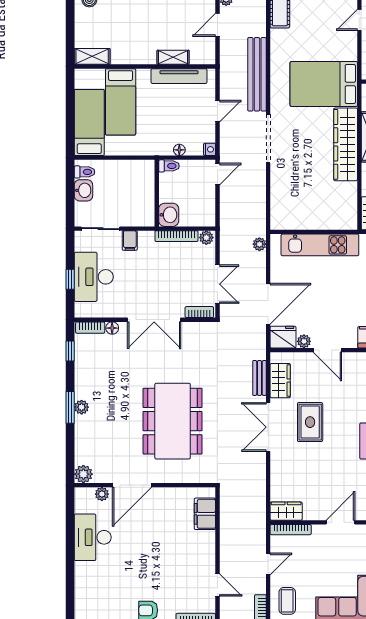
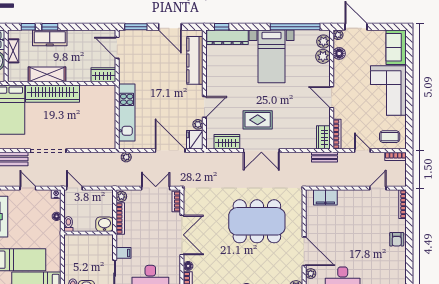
bench: (259, 378) -> (325, 157), moved

